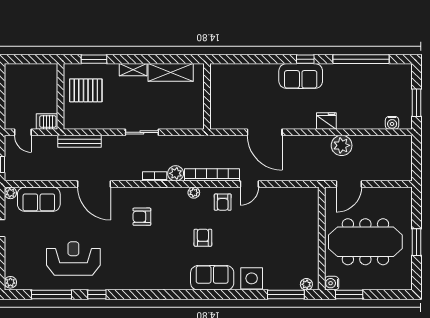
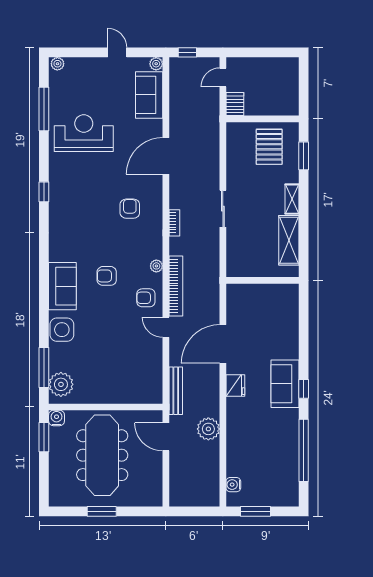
fridge: (326, 121) -> (235, 385), moved
bench: (79, 141) -> (176, 391), moved
plant: (176, 173) -> (178, 246), removed
armchair: (203, 238) -> (107, 276), turned 180
reception desk: (73, 258) -> (84, 133), turned -90
plant: (306, 284) -> (61, 384), width x1.87, depth x1.87
window: (97, 295) -> (44, 192), moved

